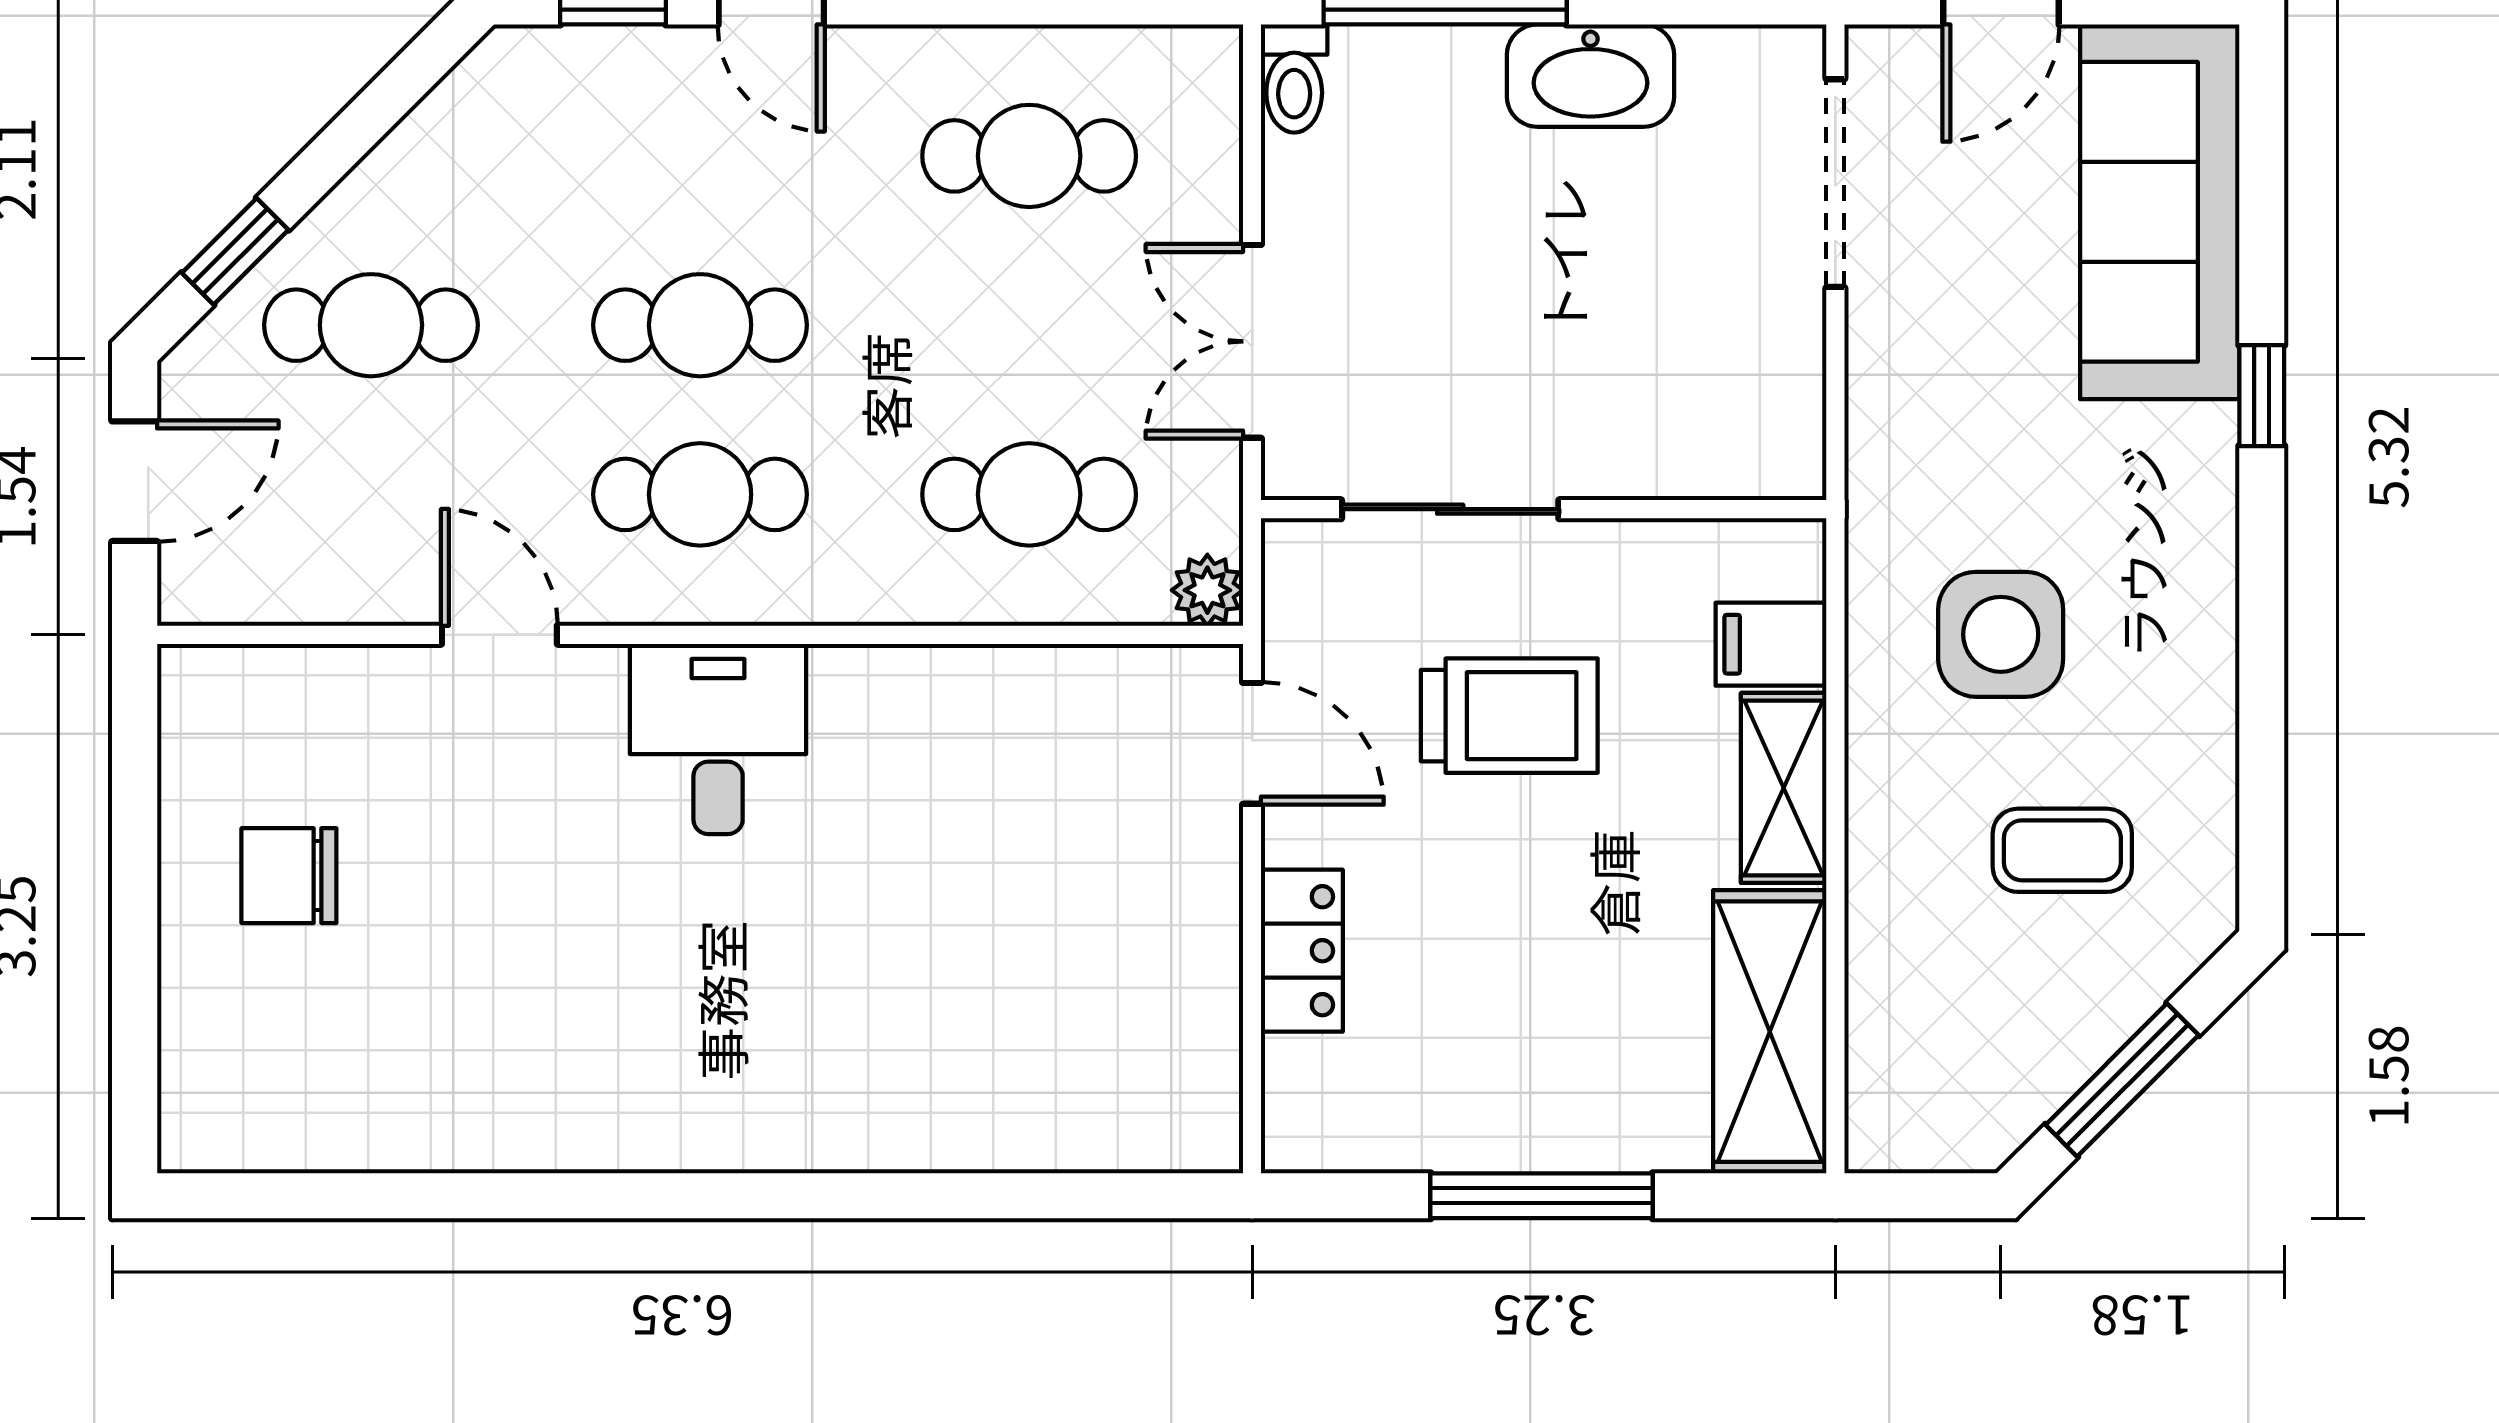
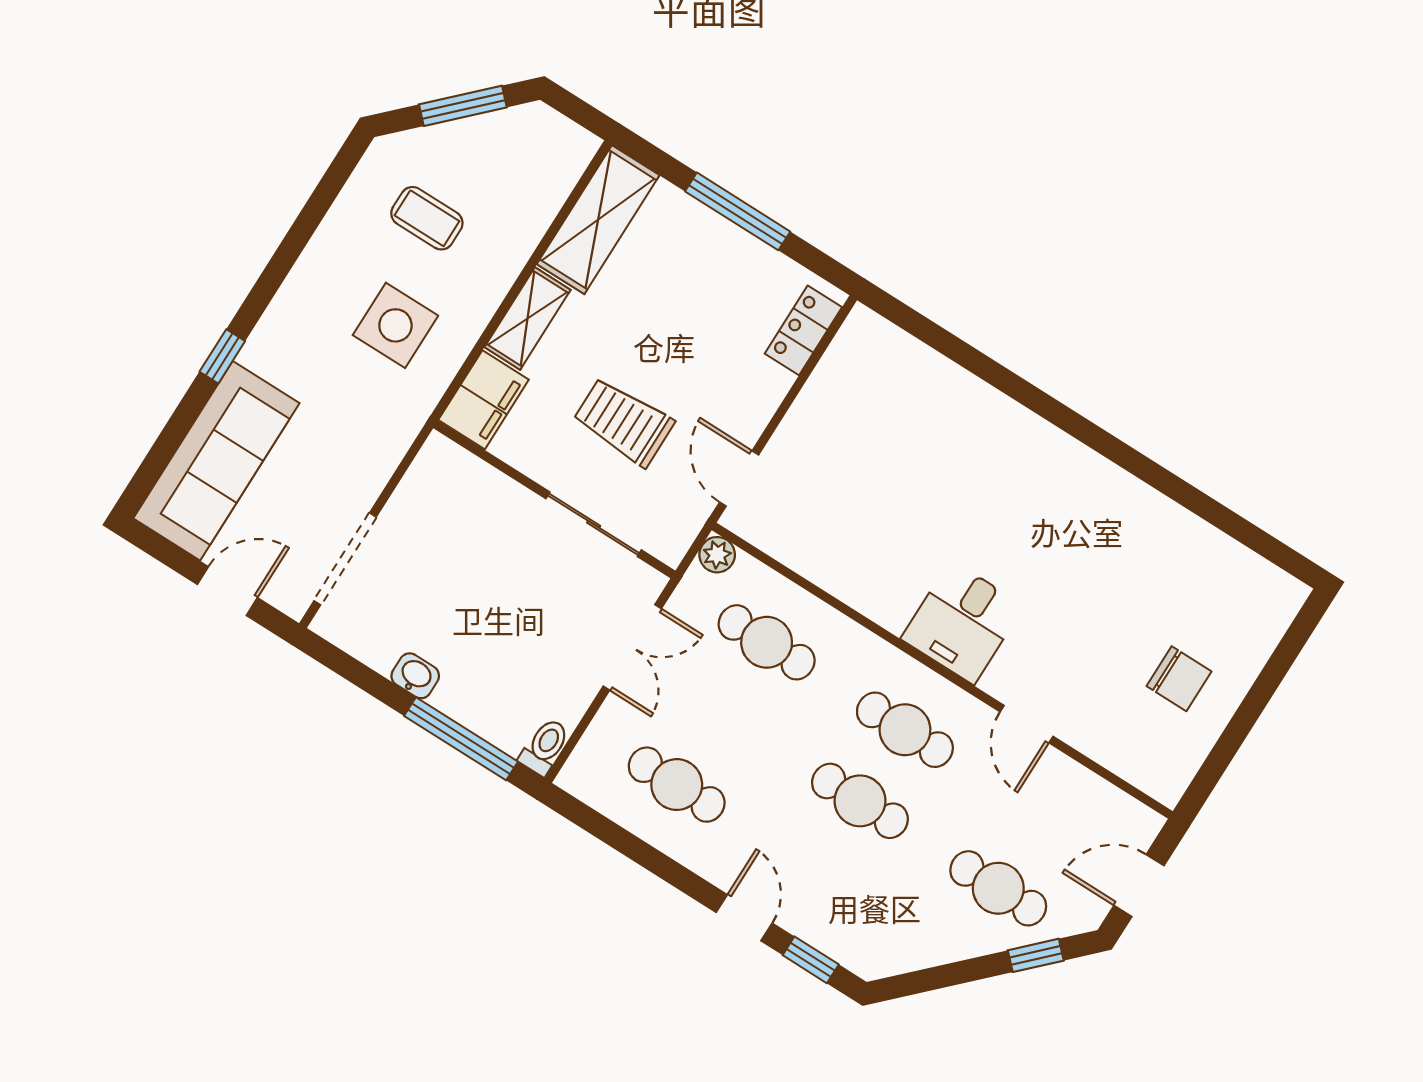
washbasin: (1590, 76) -> (415, 676), width x0.52, depth x0.69
filing cabinet: (1771, 644) -> (484, 400), width x2.00
locker: (1302, 951) -> (803, 330), moved

